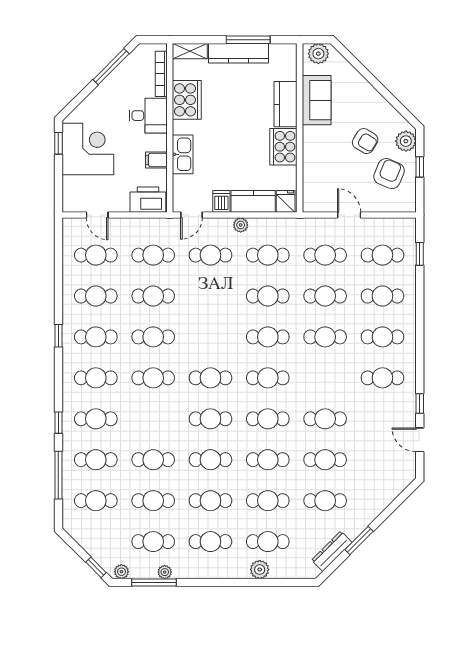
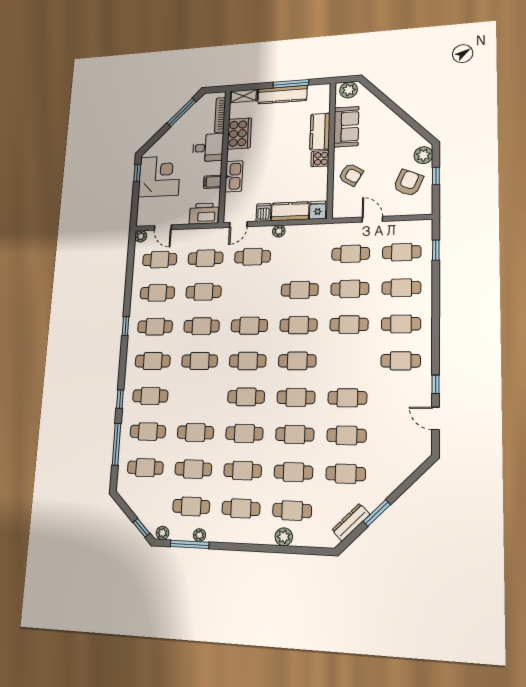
armchair: (365, 141) -> (351, 175), moved
cooker: (283, 147) -> (320, 159), width x0.53, depth x0.76
plant: (69, 225) -> (141, 236), added
cafe table: (268, 255) -> (249, 326), moved

